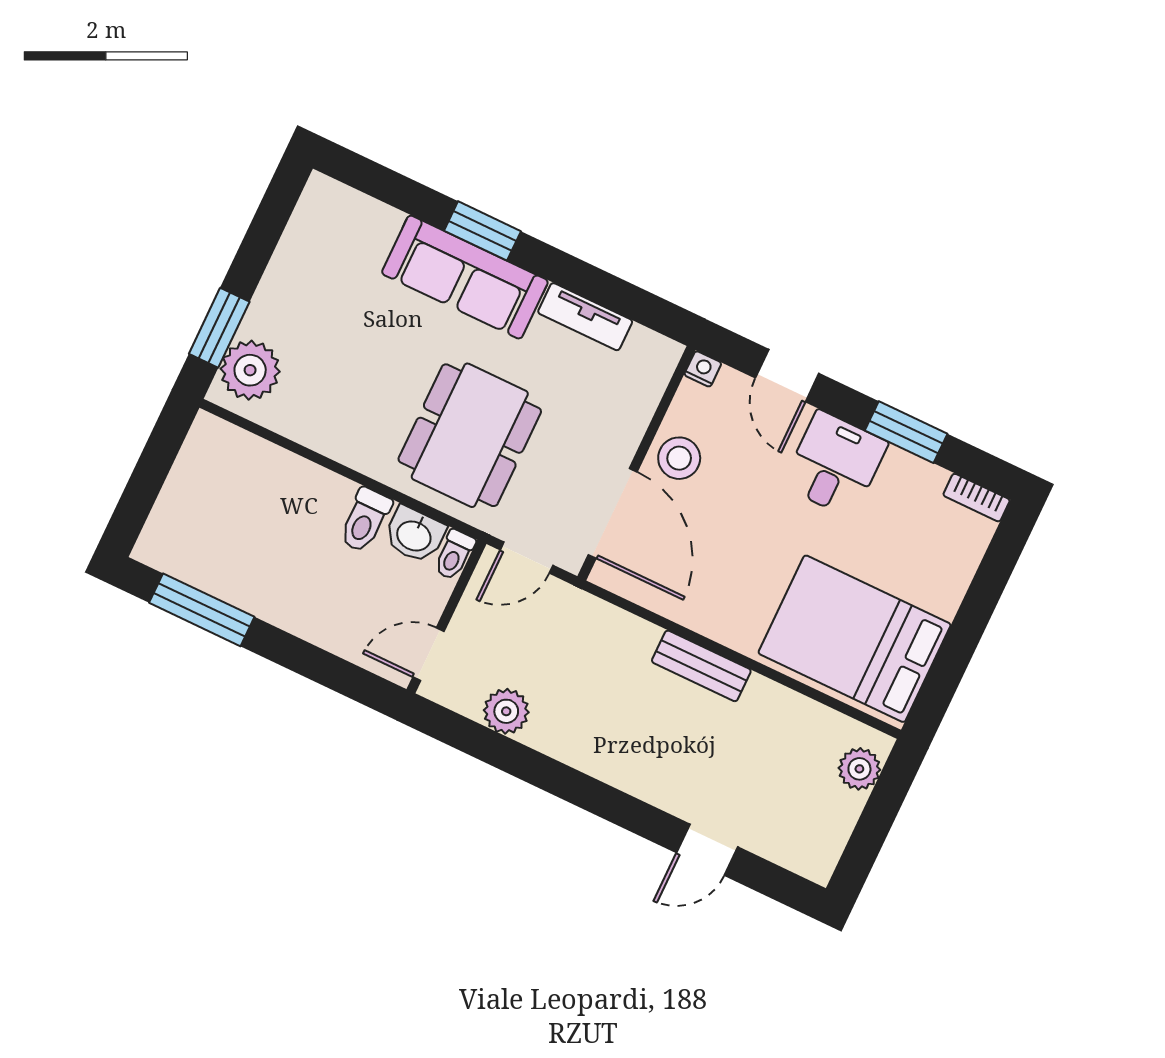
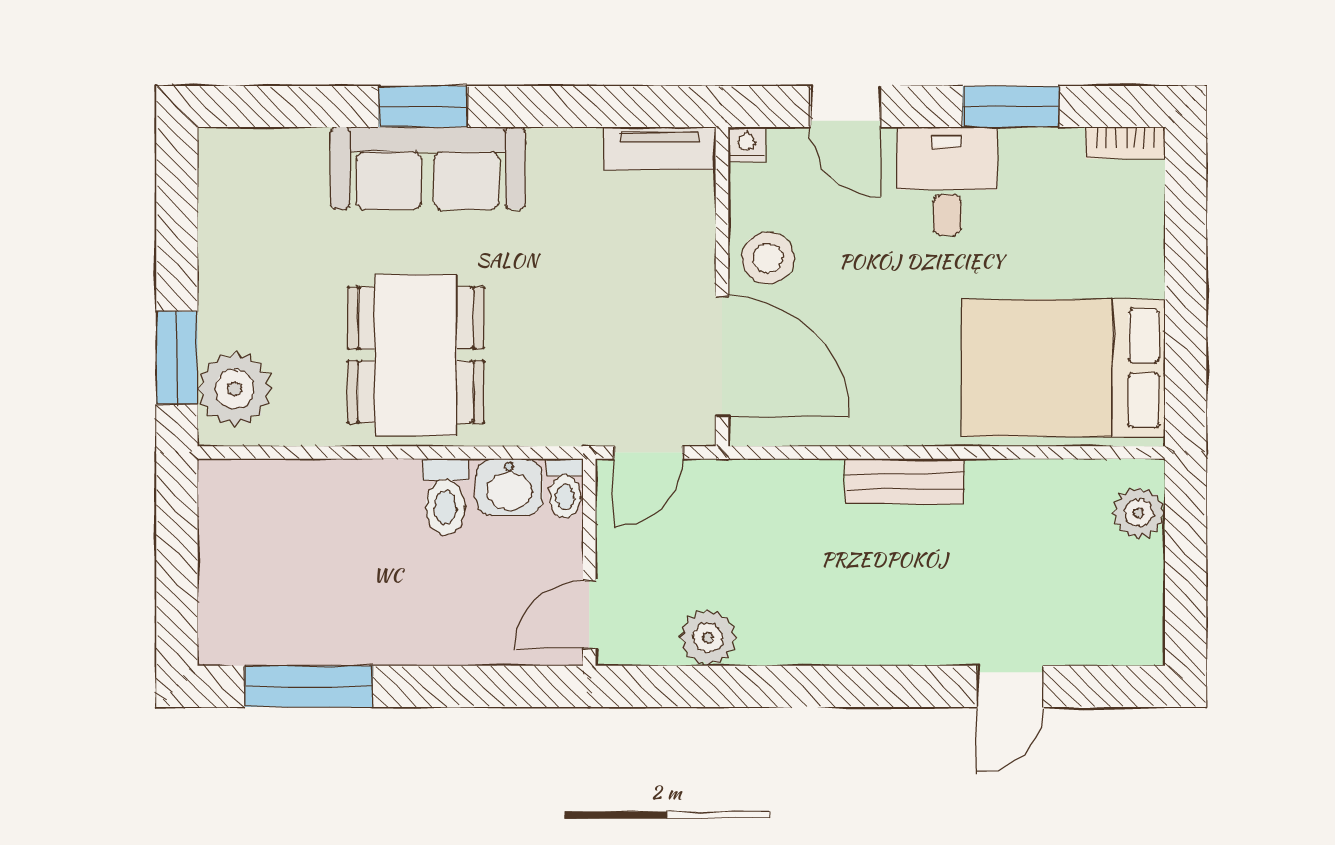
tv unit: (585, 317) -> (660, 148), moved
dining table: (470, 435) -> (416, 355), moved

